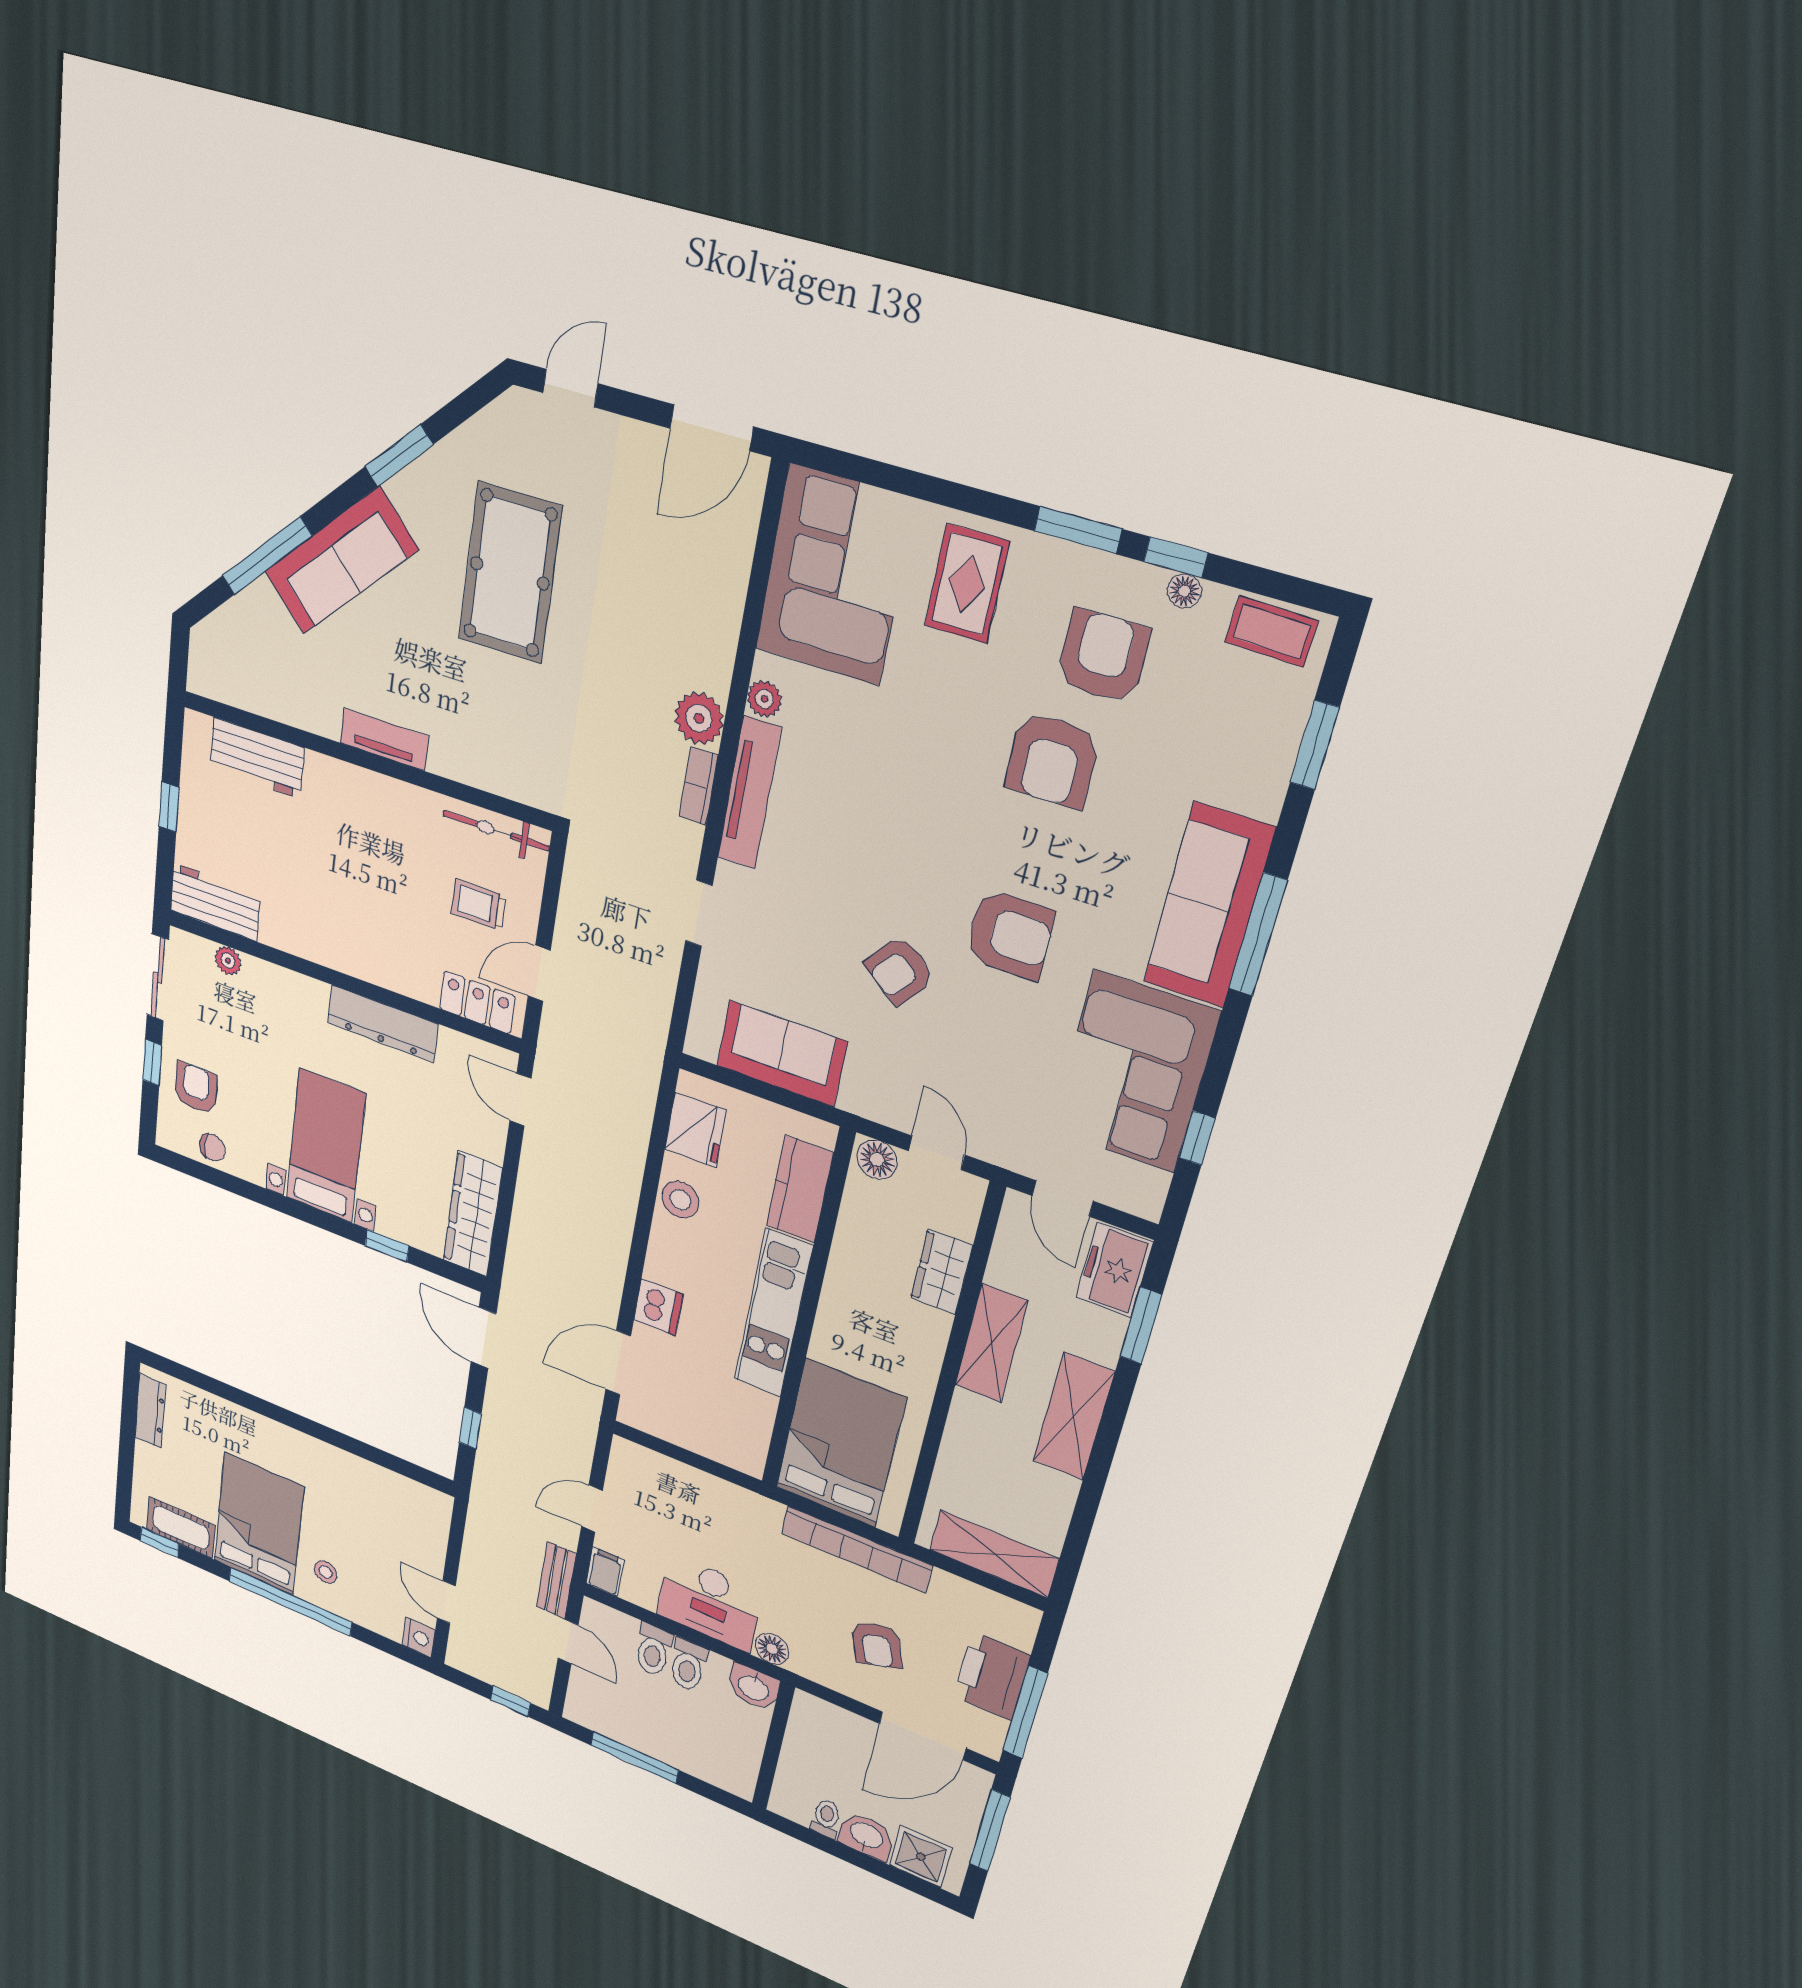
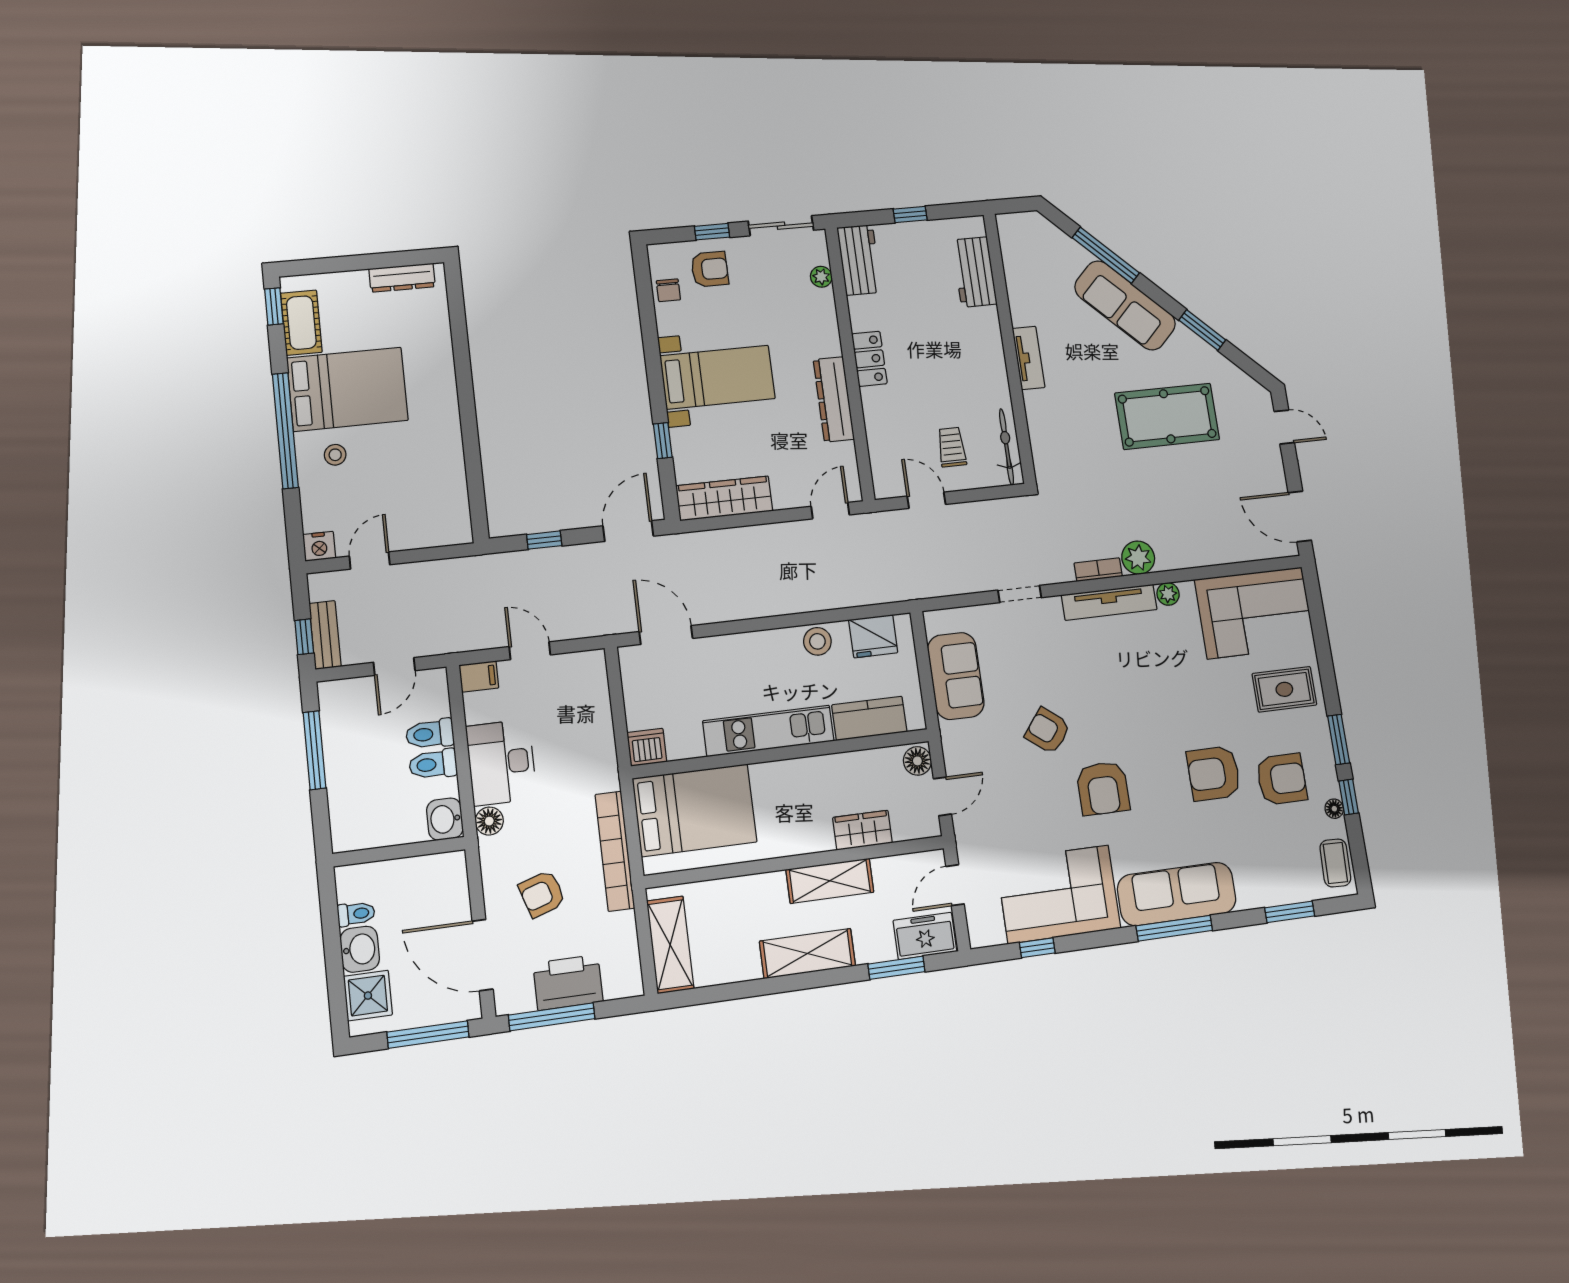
locker: (477, 1003) -> (869, 359), moved
dishwasher: (658, 1307) -> (647, 747), moved, turned 180
bench: (556, 1580) -> (325, 635), moved, turned 90

